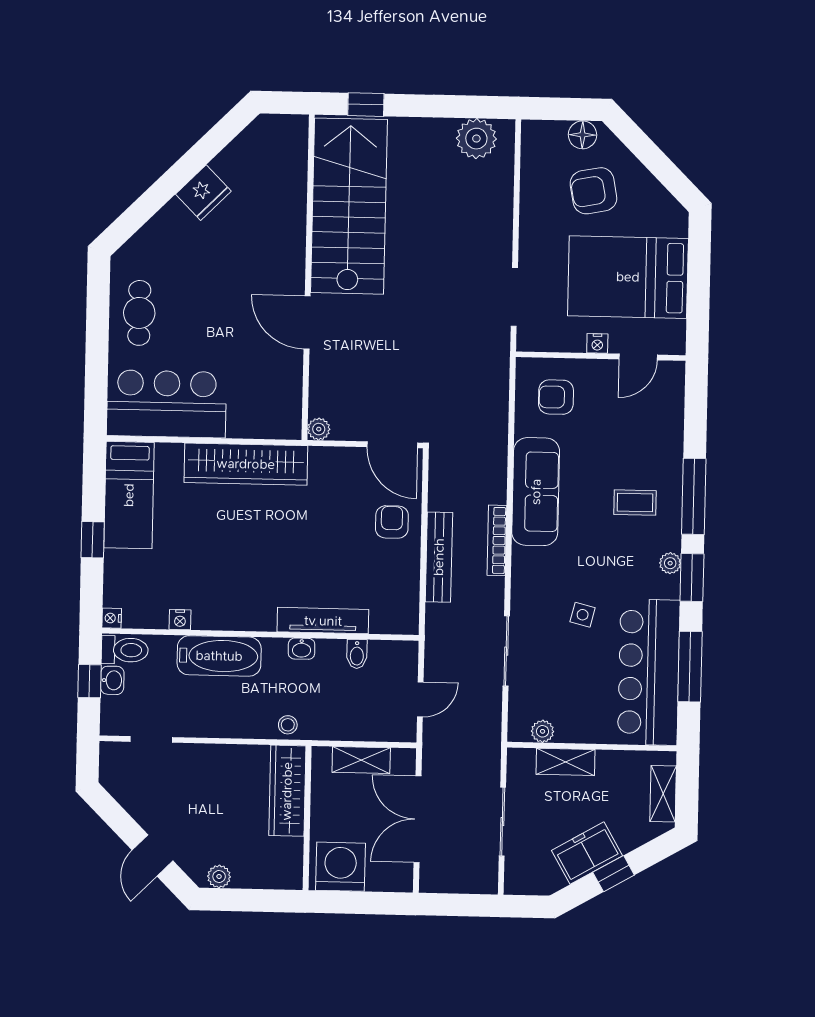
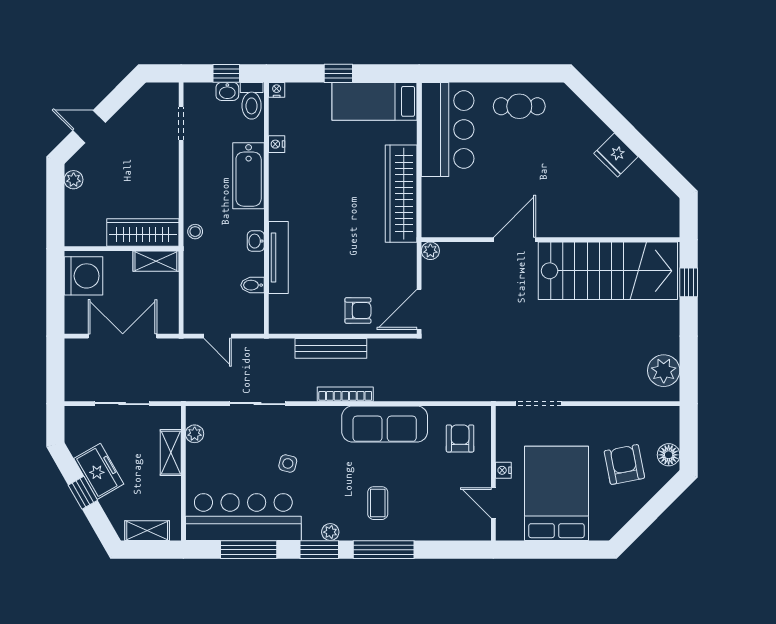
shelving: (361, 760) -> (156, 261), moved, turned 90

